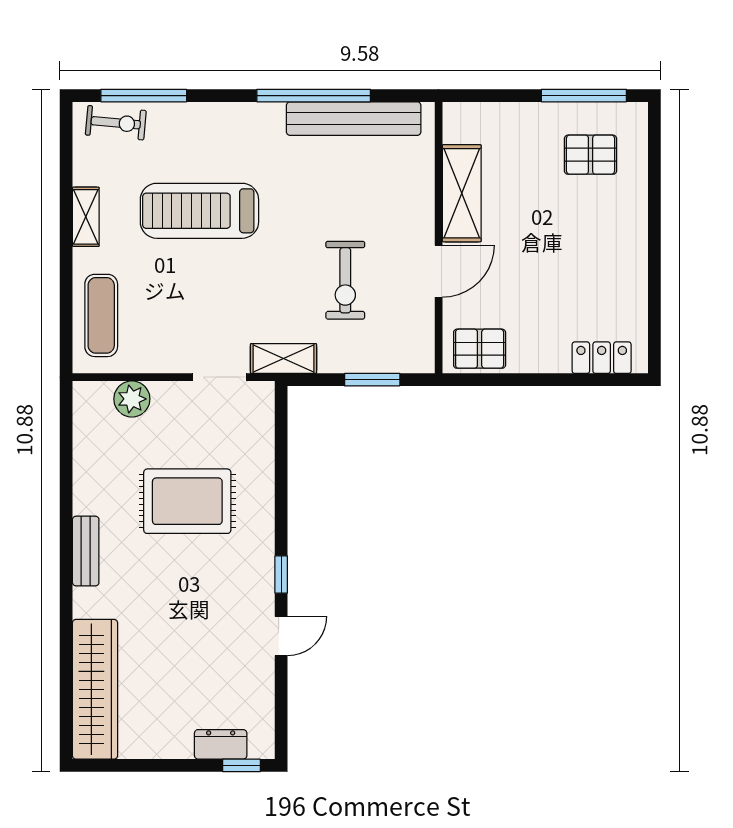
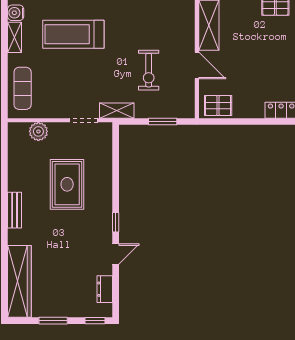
water cooler: (88, 169) -> (16, 13), added
door: (439, 271) -> (197, 65), hinge flipped
rug: (187, 501) -> (67, 184), turned 90
dresser: (221, 744) -> (105, 289), moved, turned -90
window: (160, 765) -> (53, 321), added

